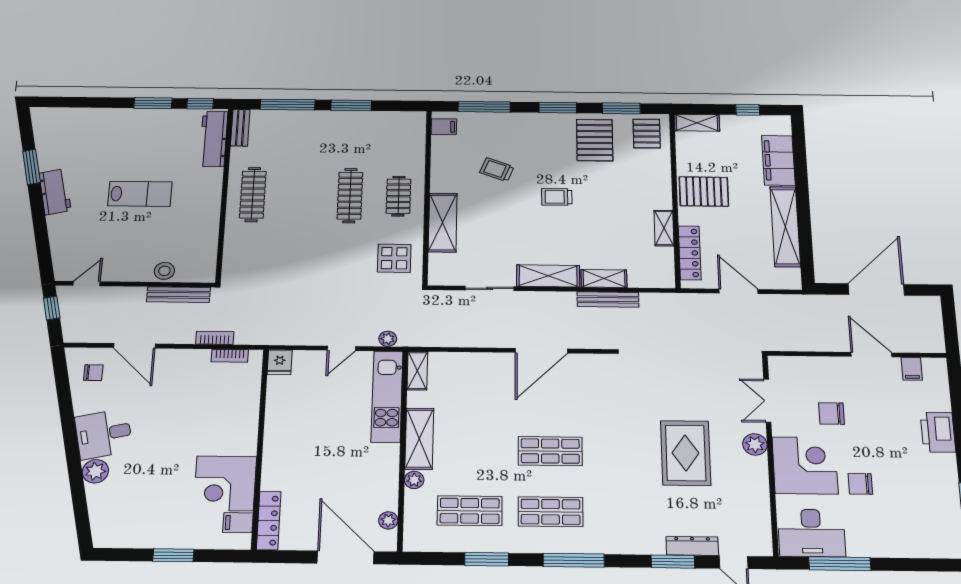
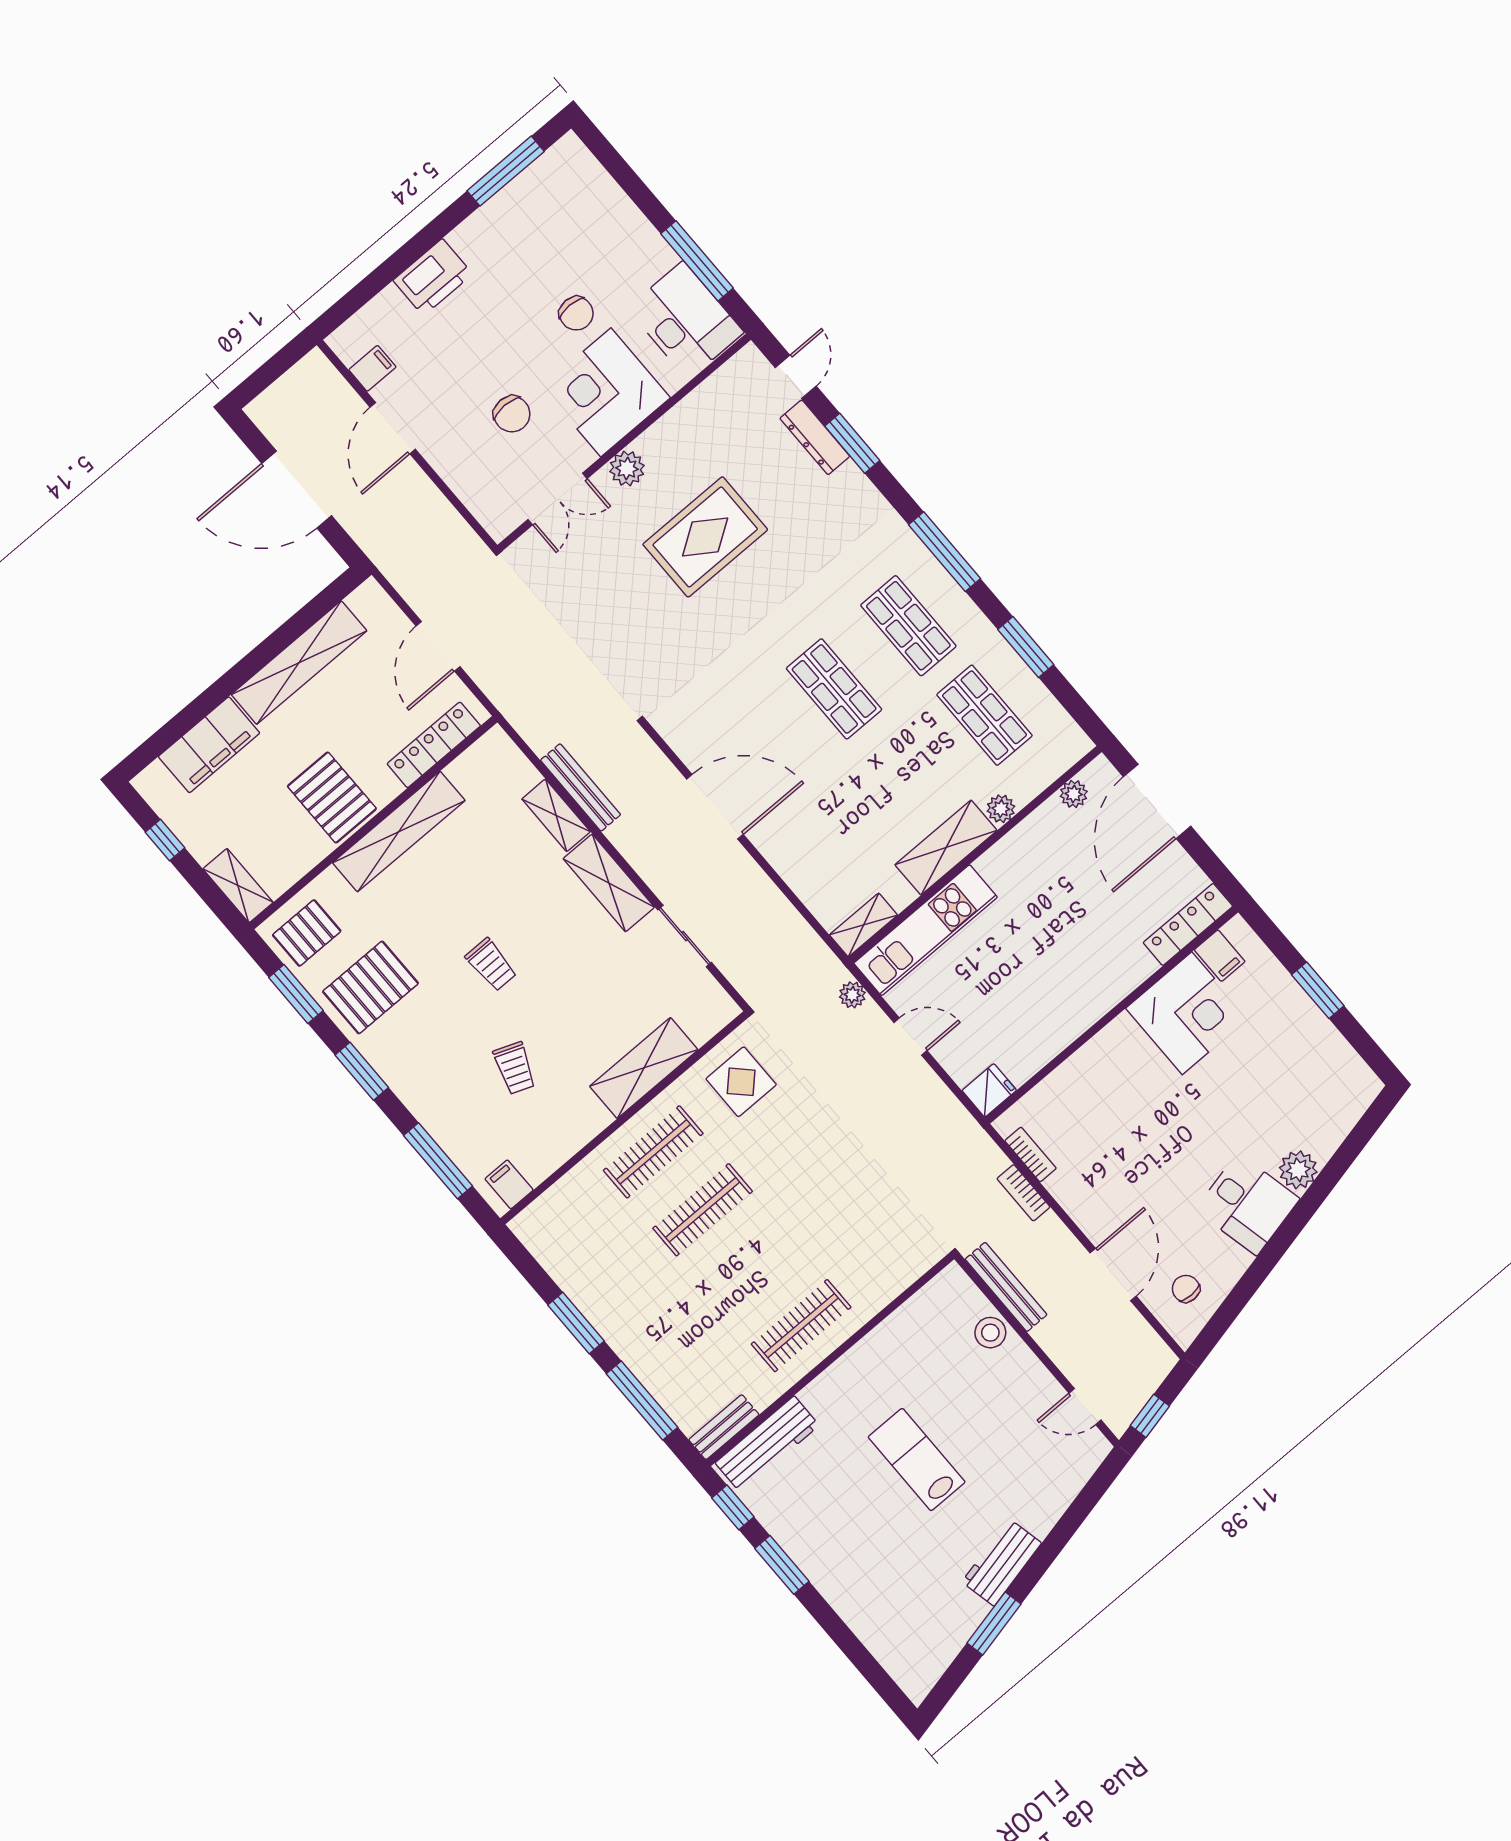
clothes rail: (398, 196) -> (653, 1152), width x1.36
shelving: (664, 228) -> (399, 832), width x2.20, depth x1.33

